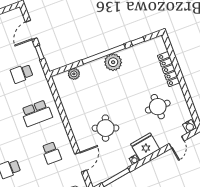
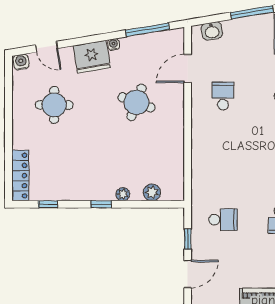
window: (104, 54) -> (101, 204), width x0.32
plant: (113, 62) -> (123, 194), moved, width x0.53, depth x0.53
locker: (169, 69) -> (20, 176), moved
school desk: (37, 113) -> (223, 158), removed
door: (177, 142) -> (47, 47), swing flipped

